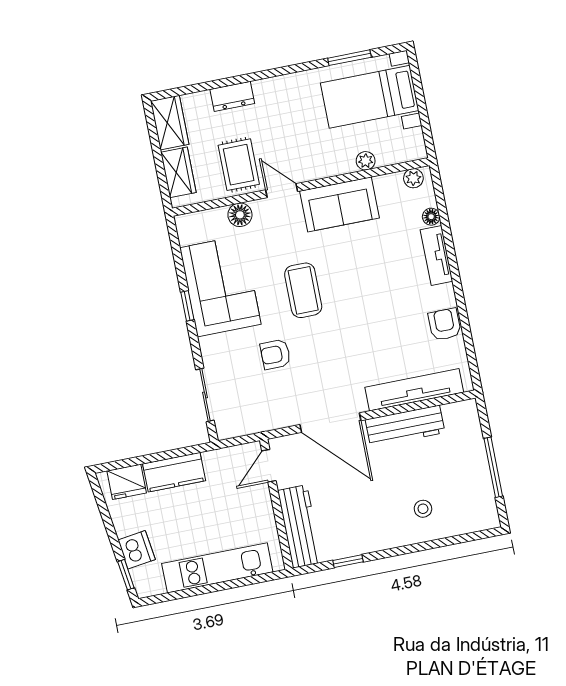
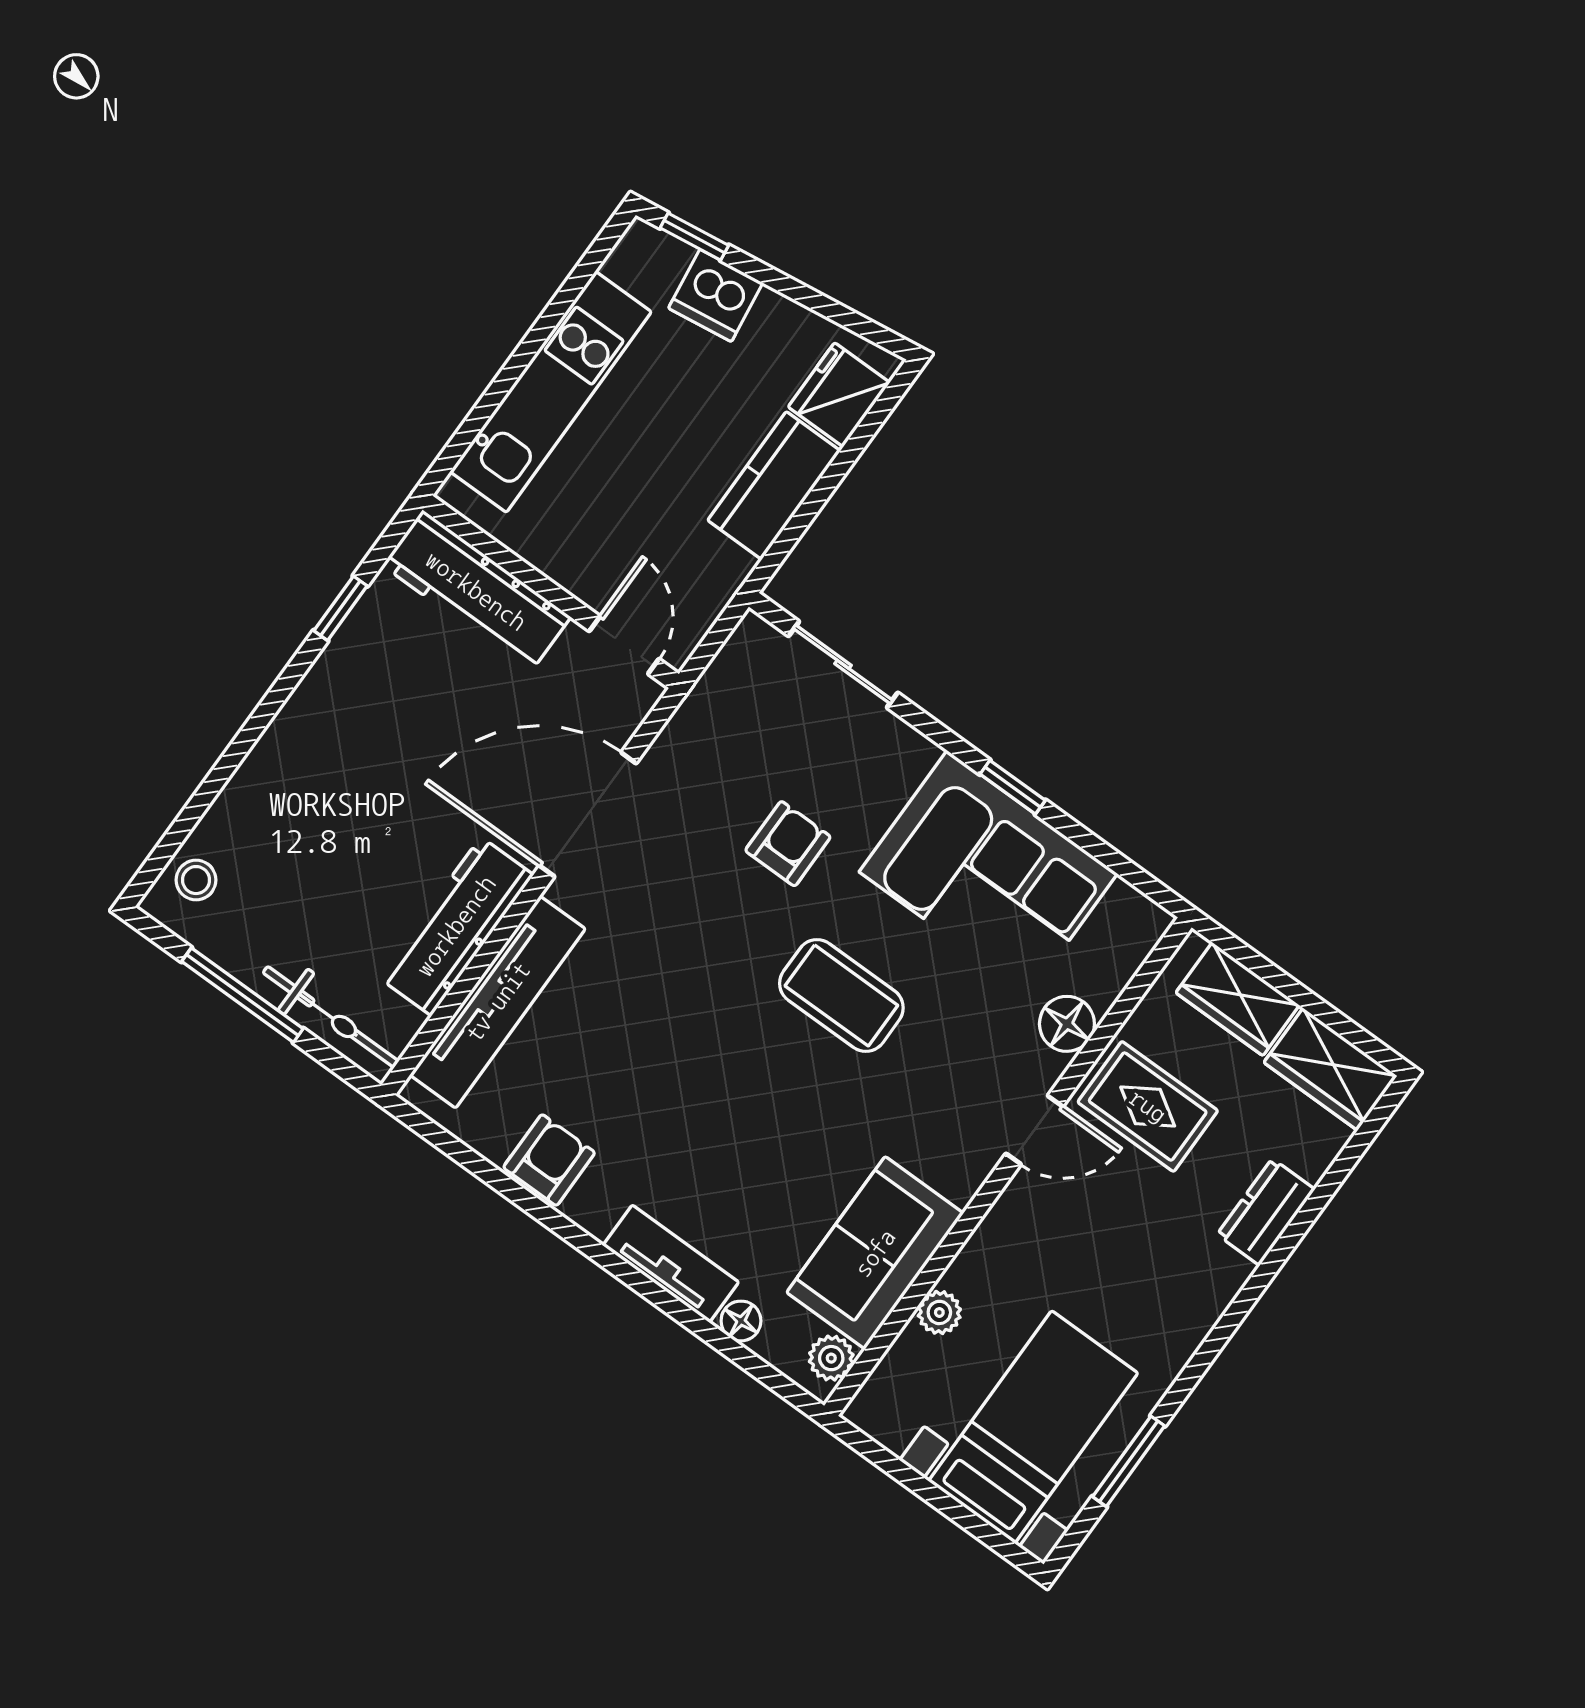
sofa: (339, 204) -> (875, 1253), moved
armchair: (445, 324) -> (549, 1160), turned -90
bicycle: (472, 434) -> (331, 1017), added
stool: (423, 509) -> (196, 880), moved

